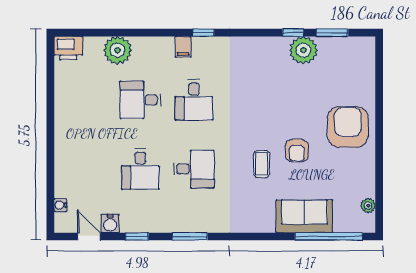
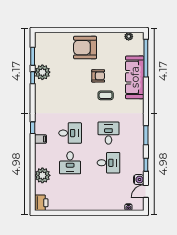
sofa: (304, 216) -> (135, 77), width x1.36

